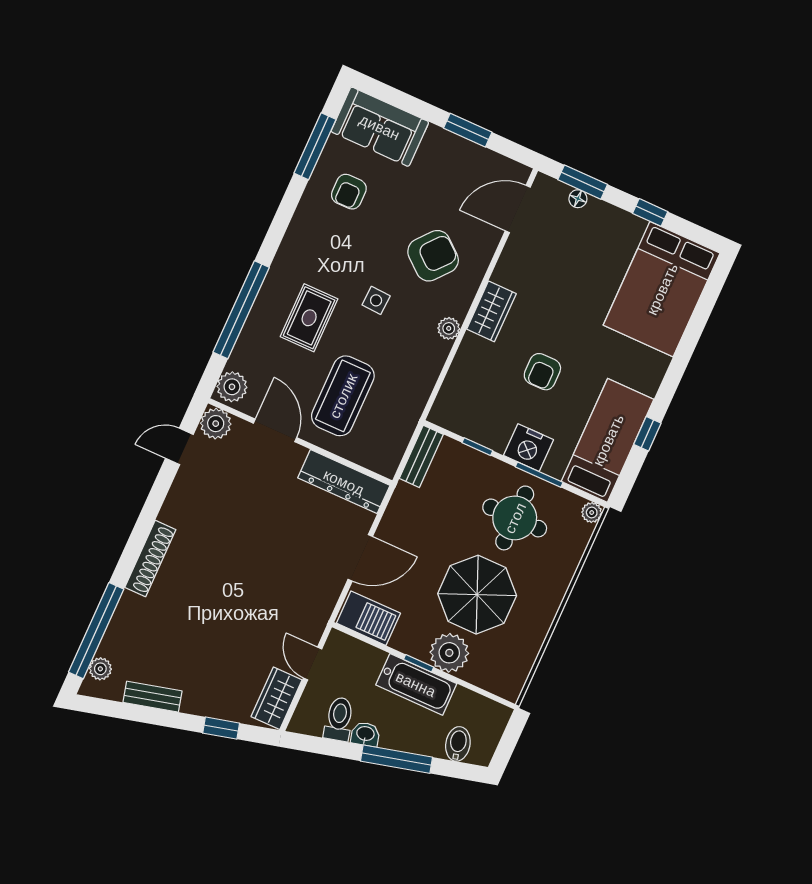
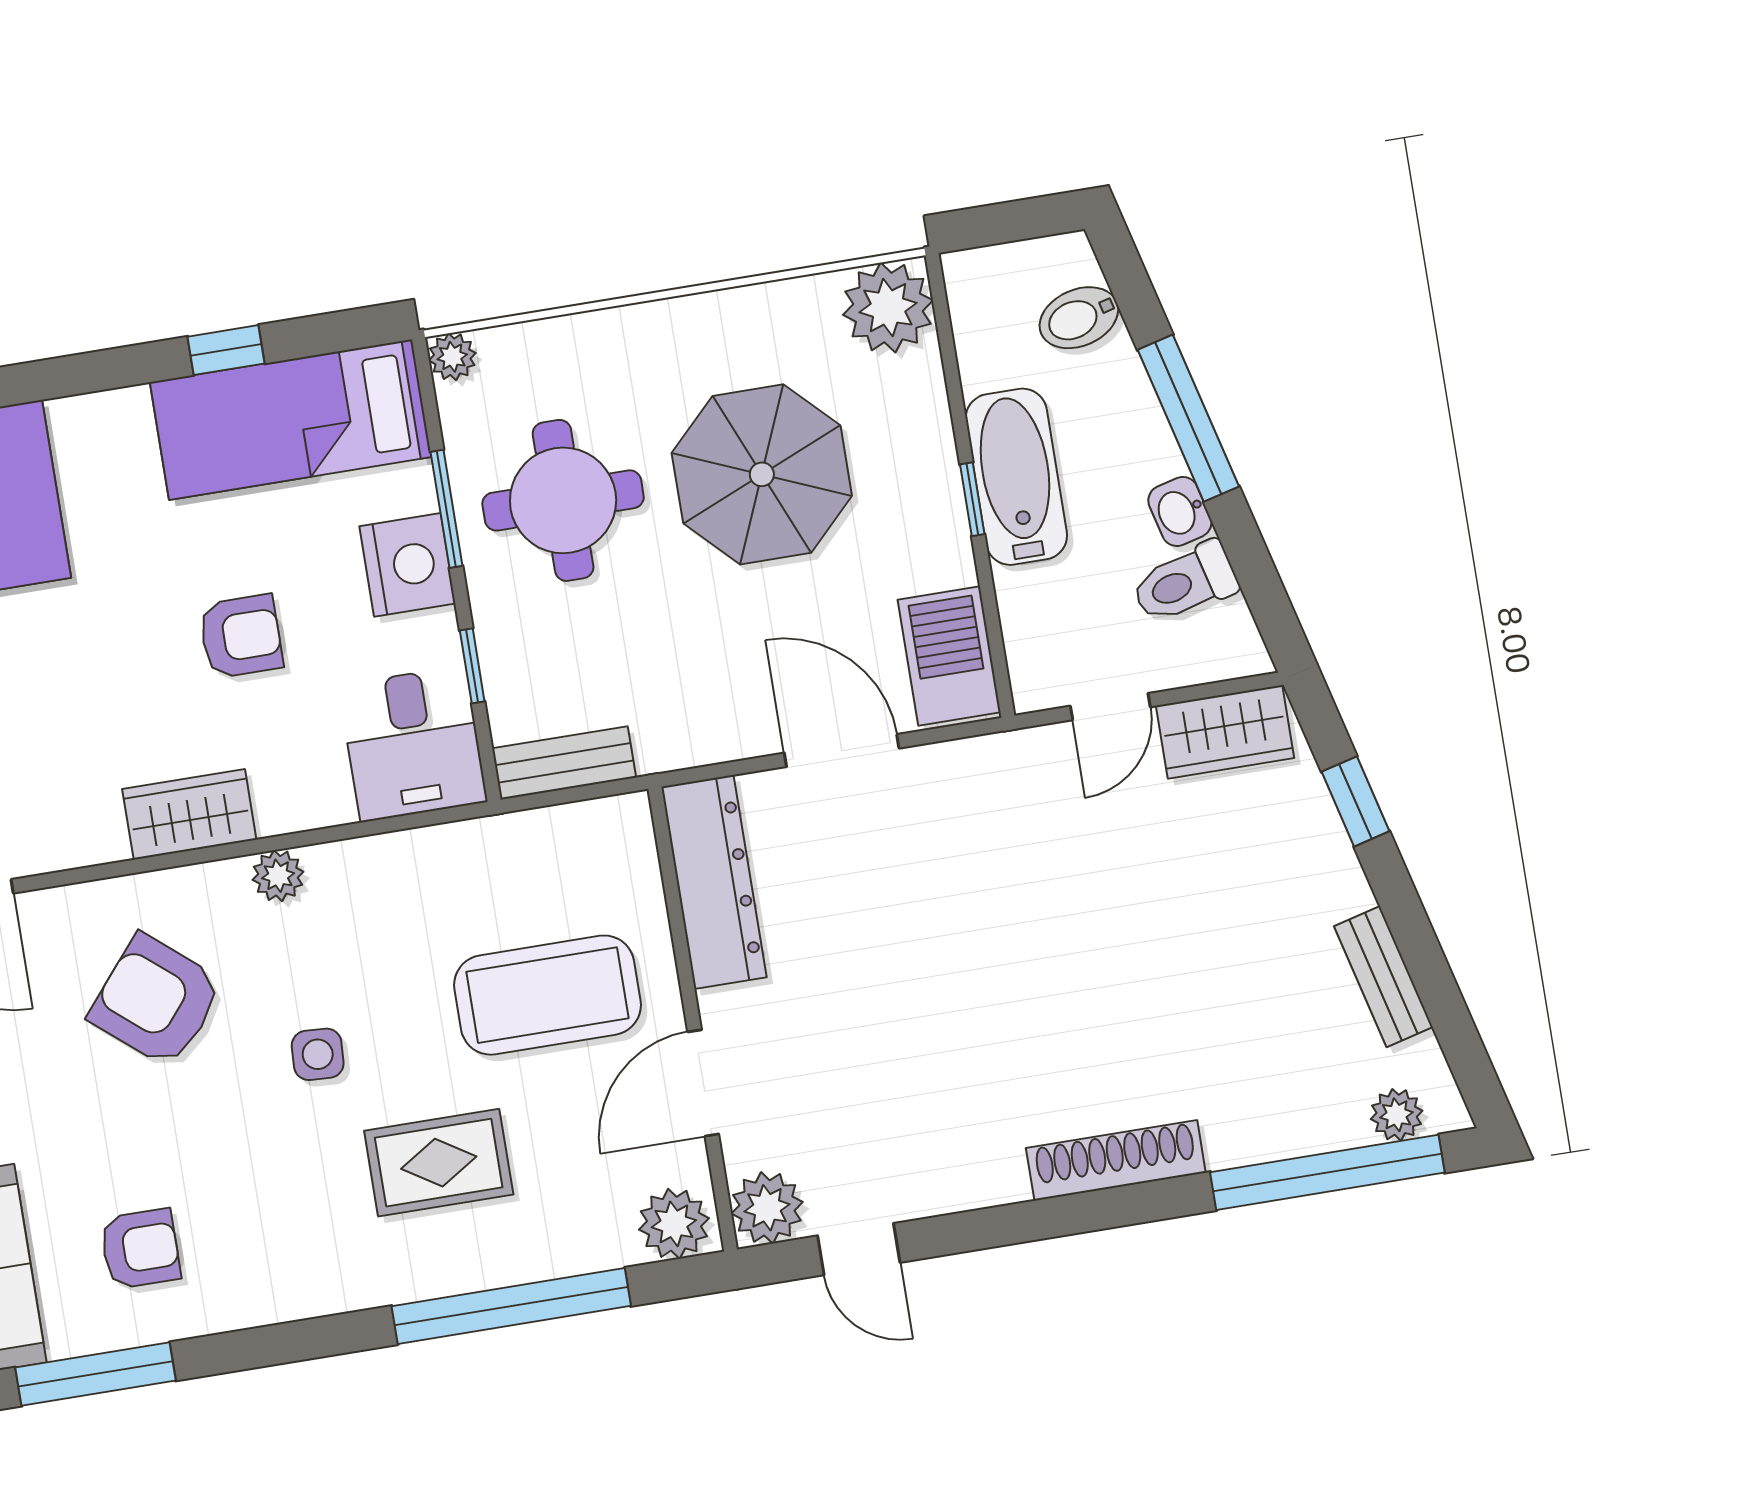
desk: (464, 407) -> (413, 744), added
plant: (449, 653) -> (888, 308), moved

